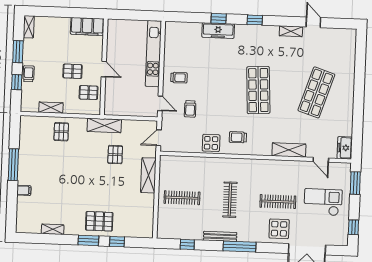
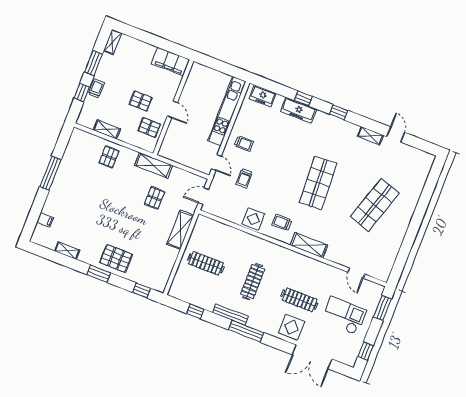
freezer: (345, 148) -> (263, 96), moved, turned -90
shelving: (289, 150) -> (309, 245), moved
filing cabinet: (24, 190) -> (45, 220), moved
window: (117, 242) -> (142, 290), moved

